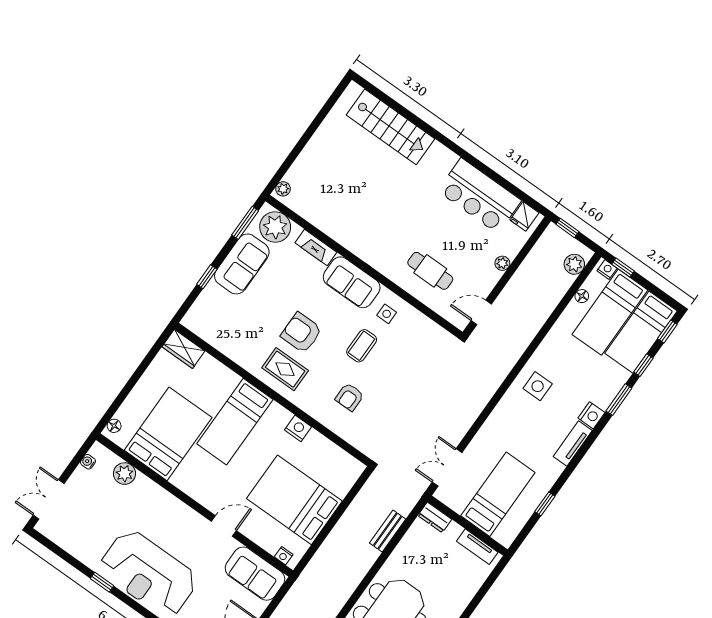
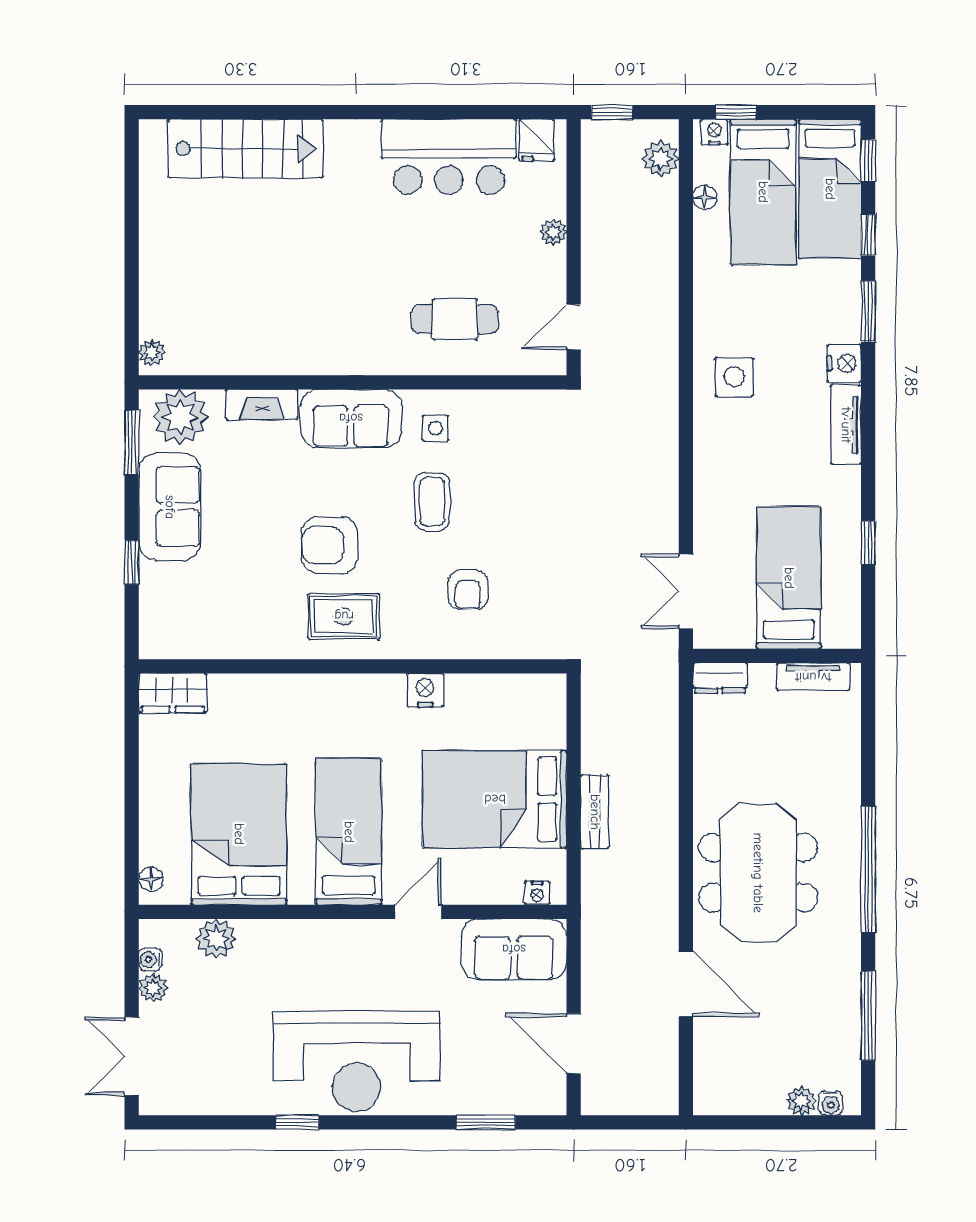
bed: (235, 422) -> (349, 832), moved, turned 180
plant: (80, 475) -> (153, 988), added
bench: (388, 531) -> (595, 812), moved

